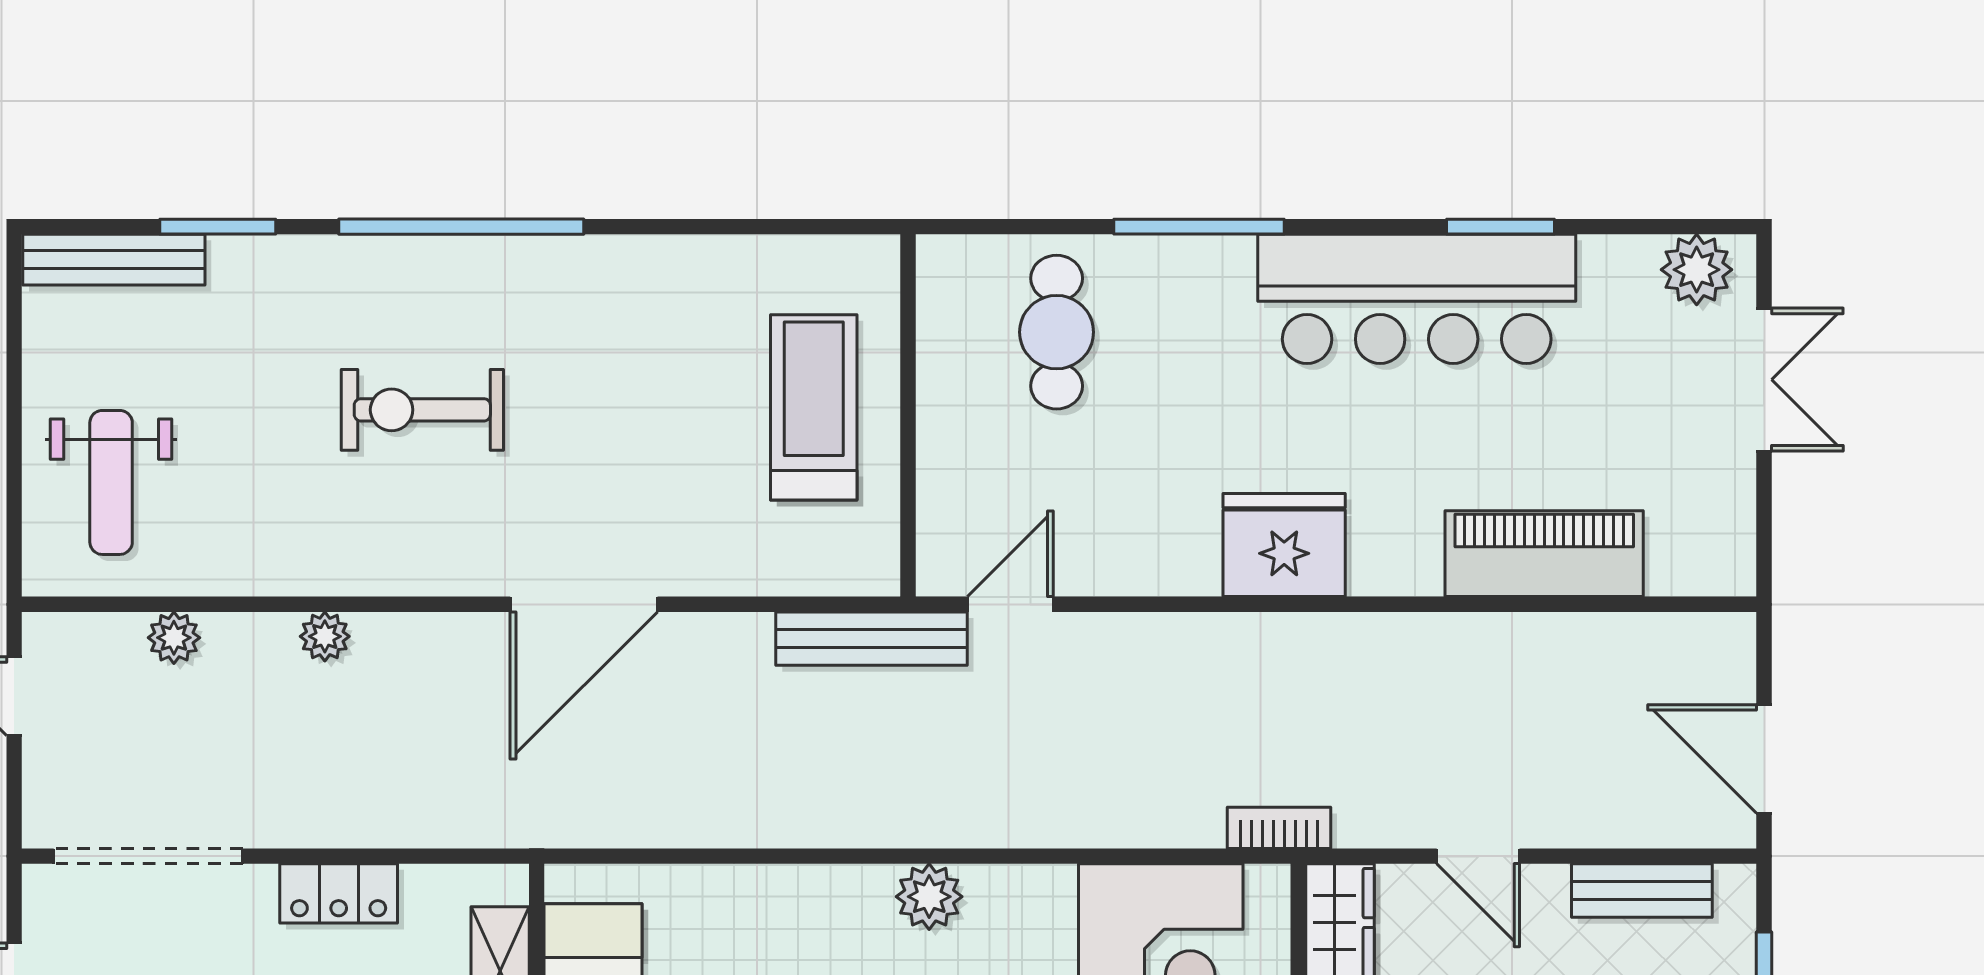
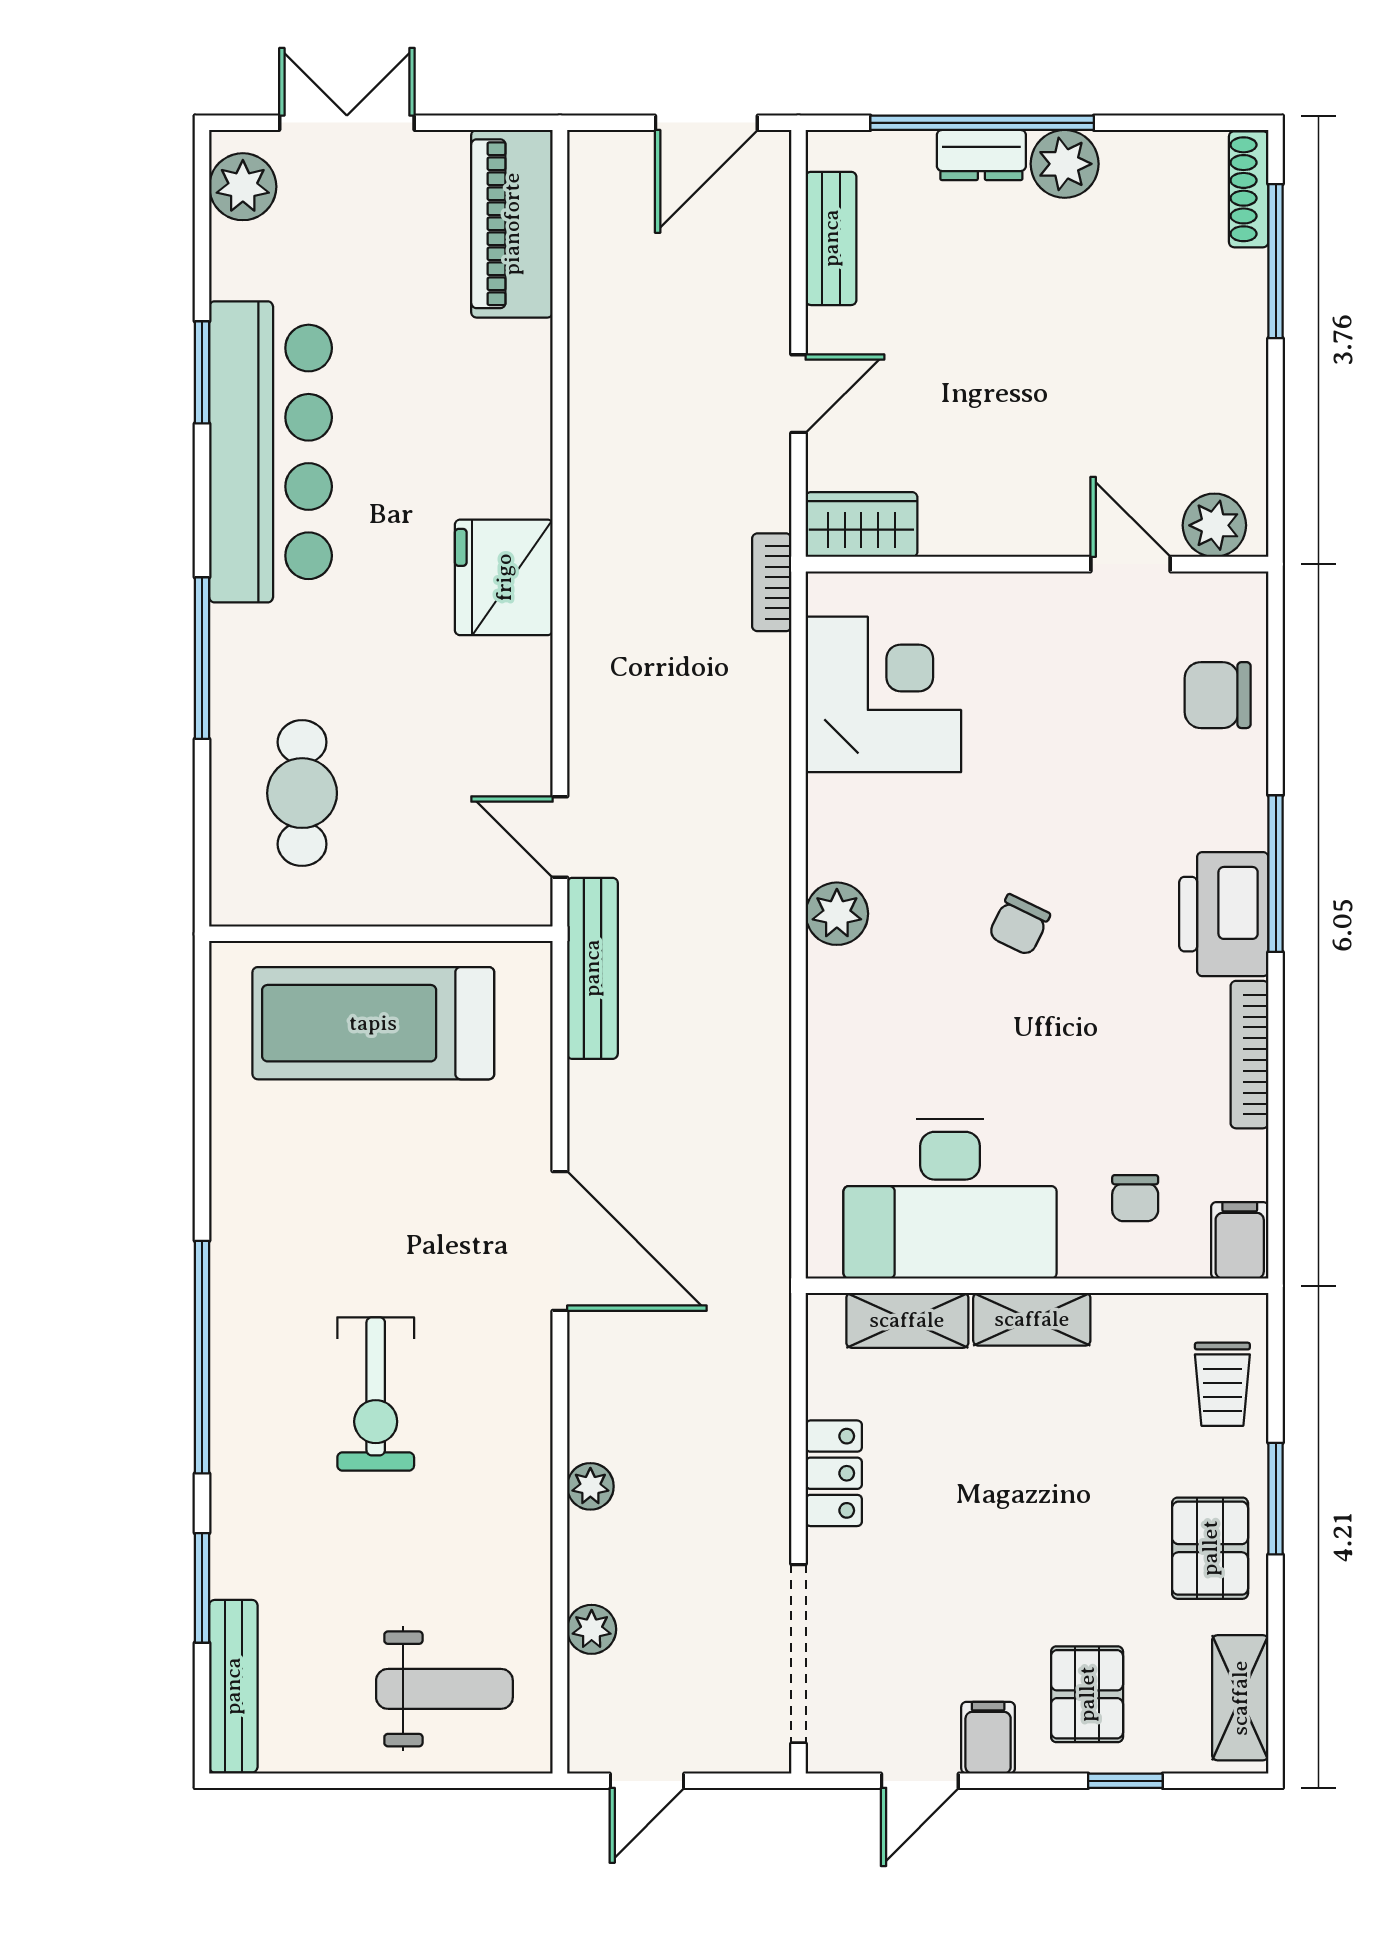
cafe table: (1057, 332) -> (302, 793), turned 90
treadmill: (814, 407) -> (373, 1023), width x1.37, depth x1.38
piano: (1544, 554) -> (512, 224), moved

